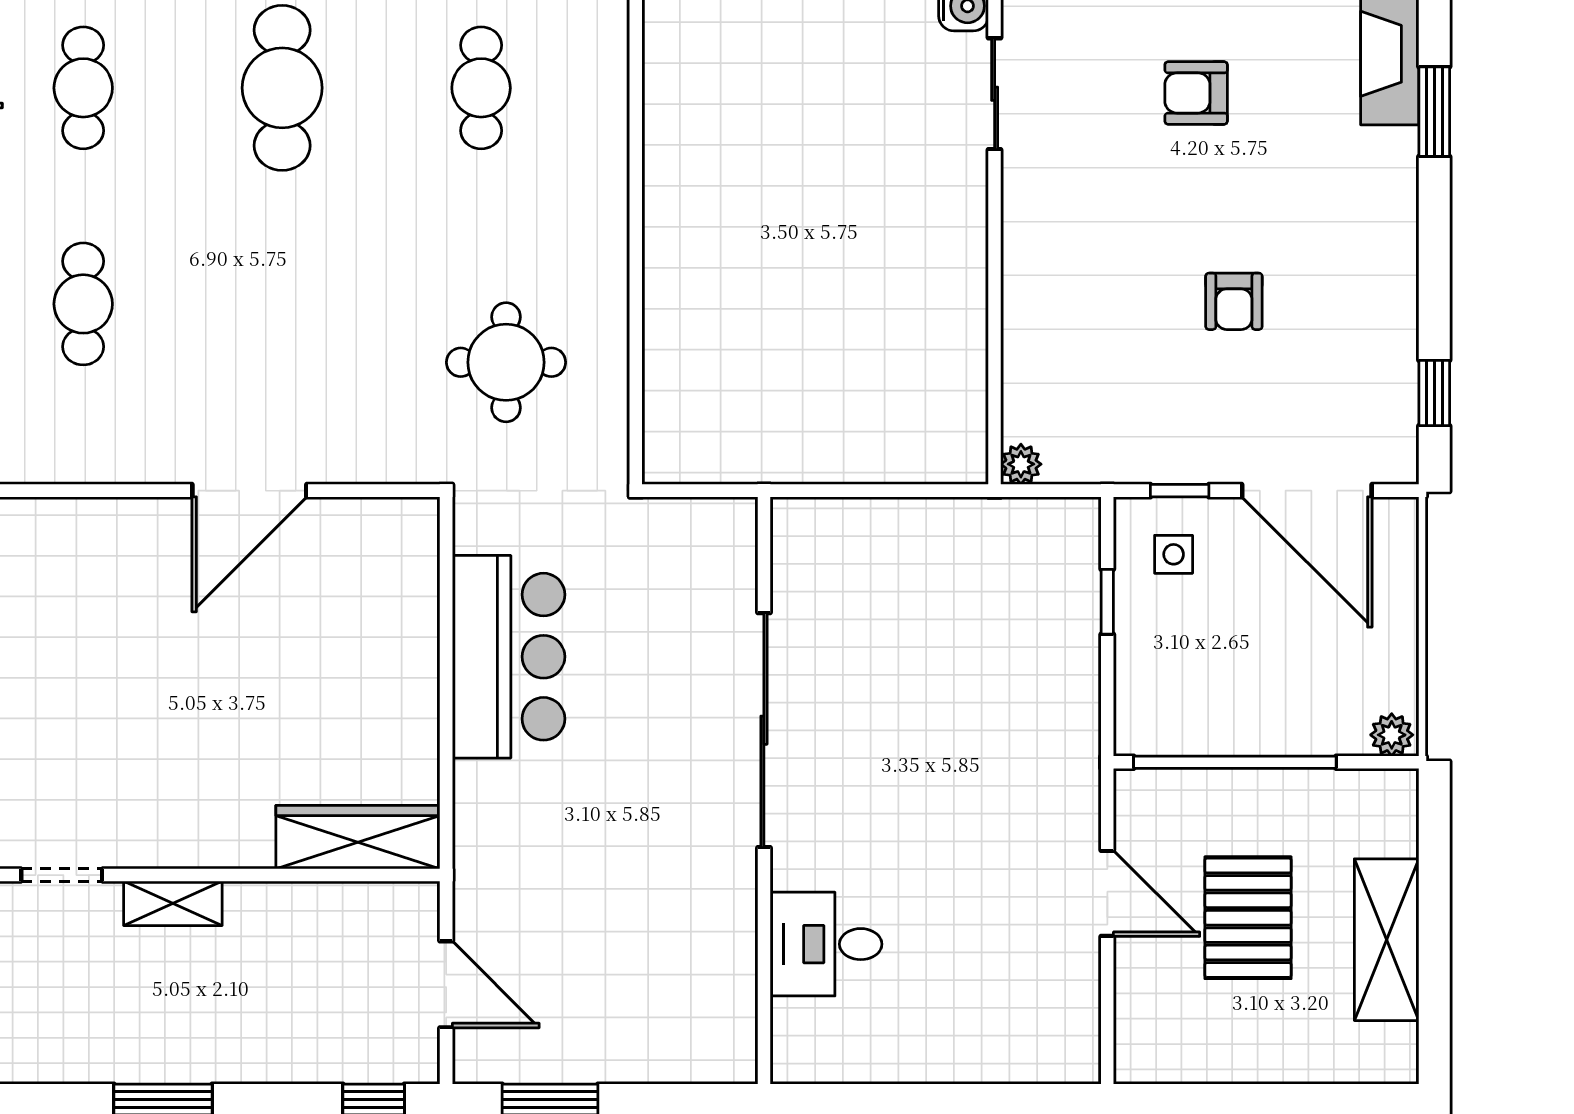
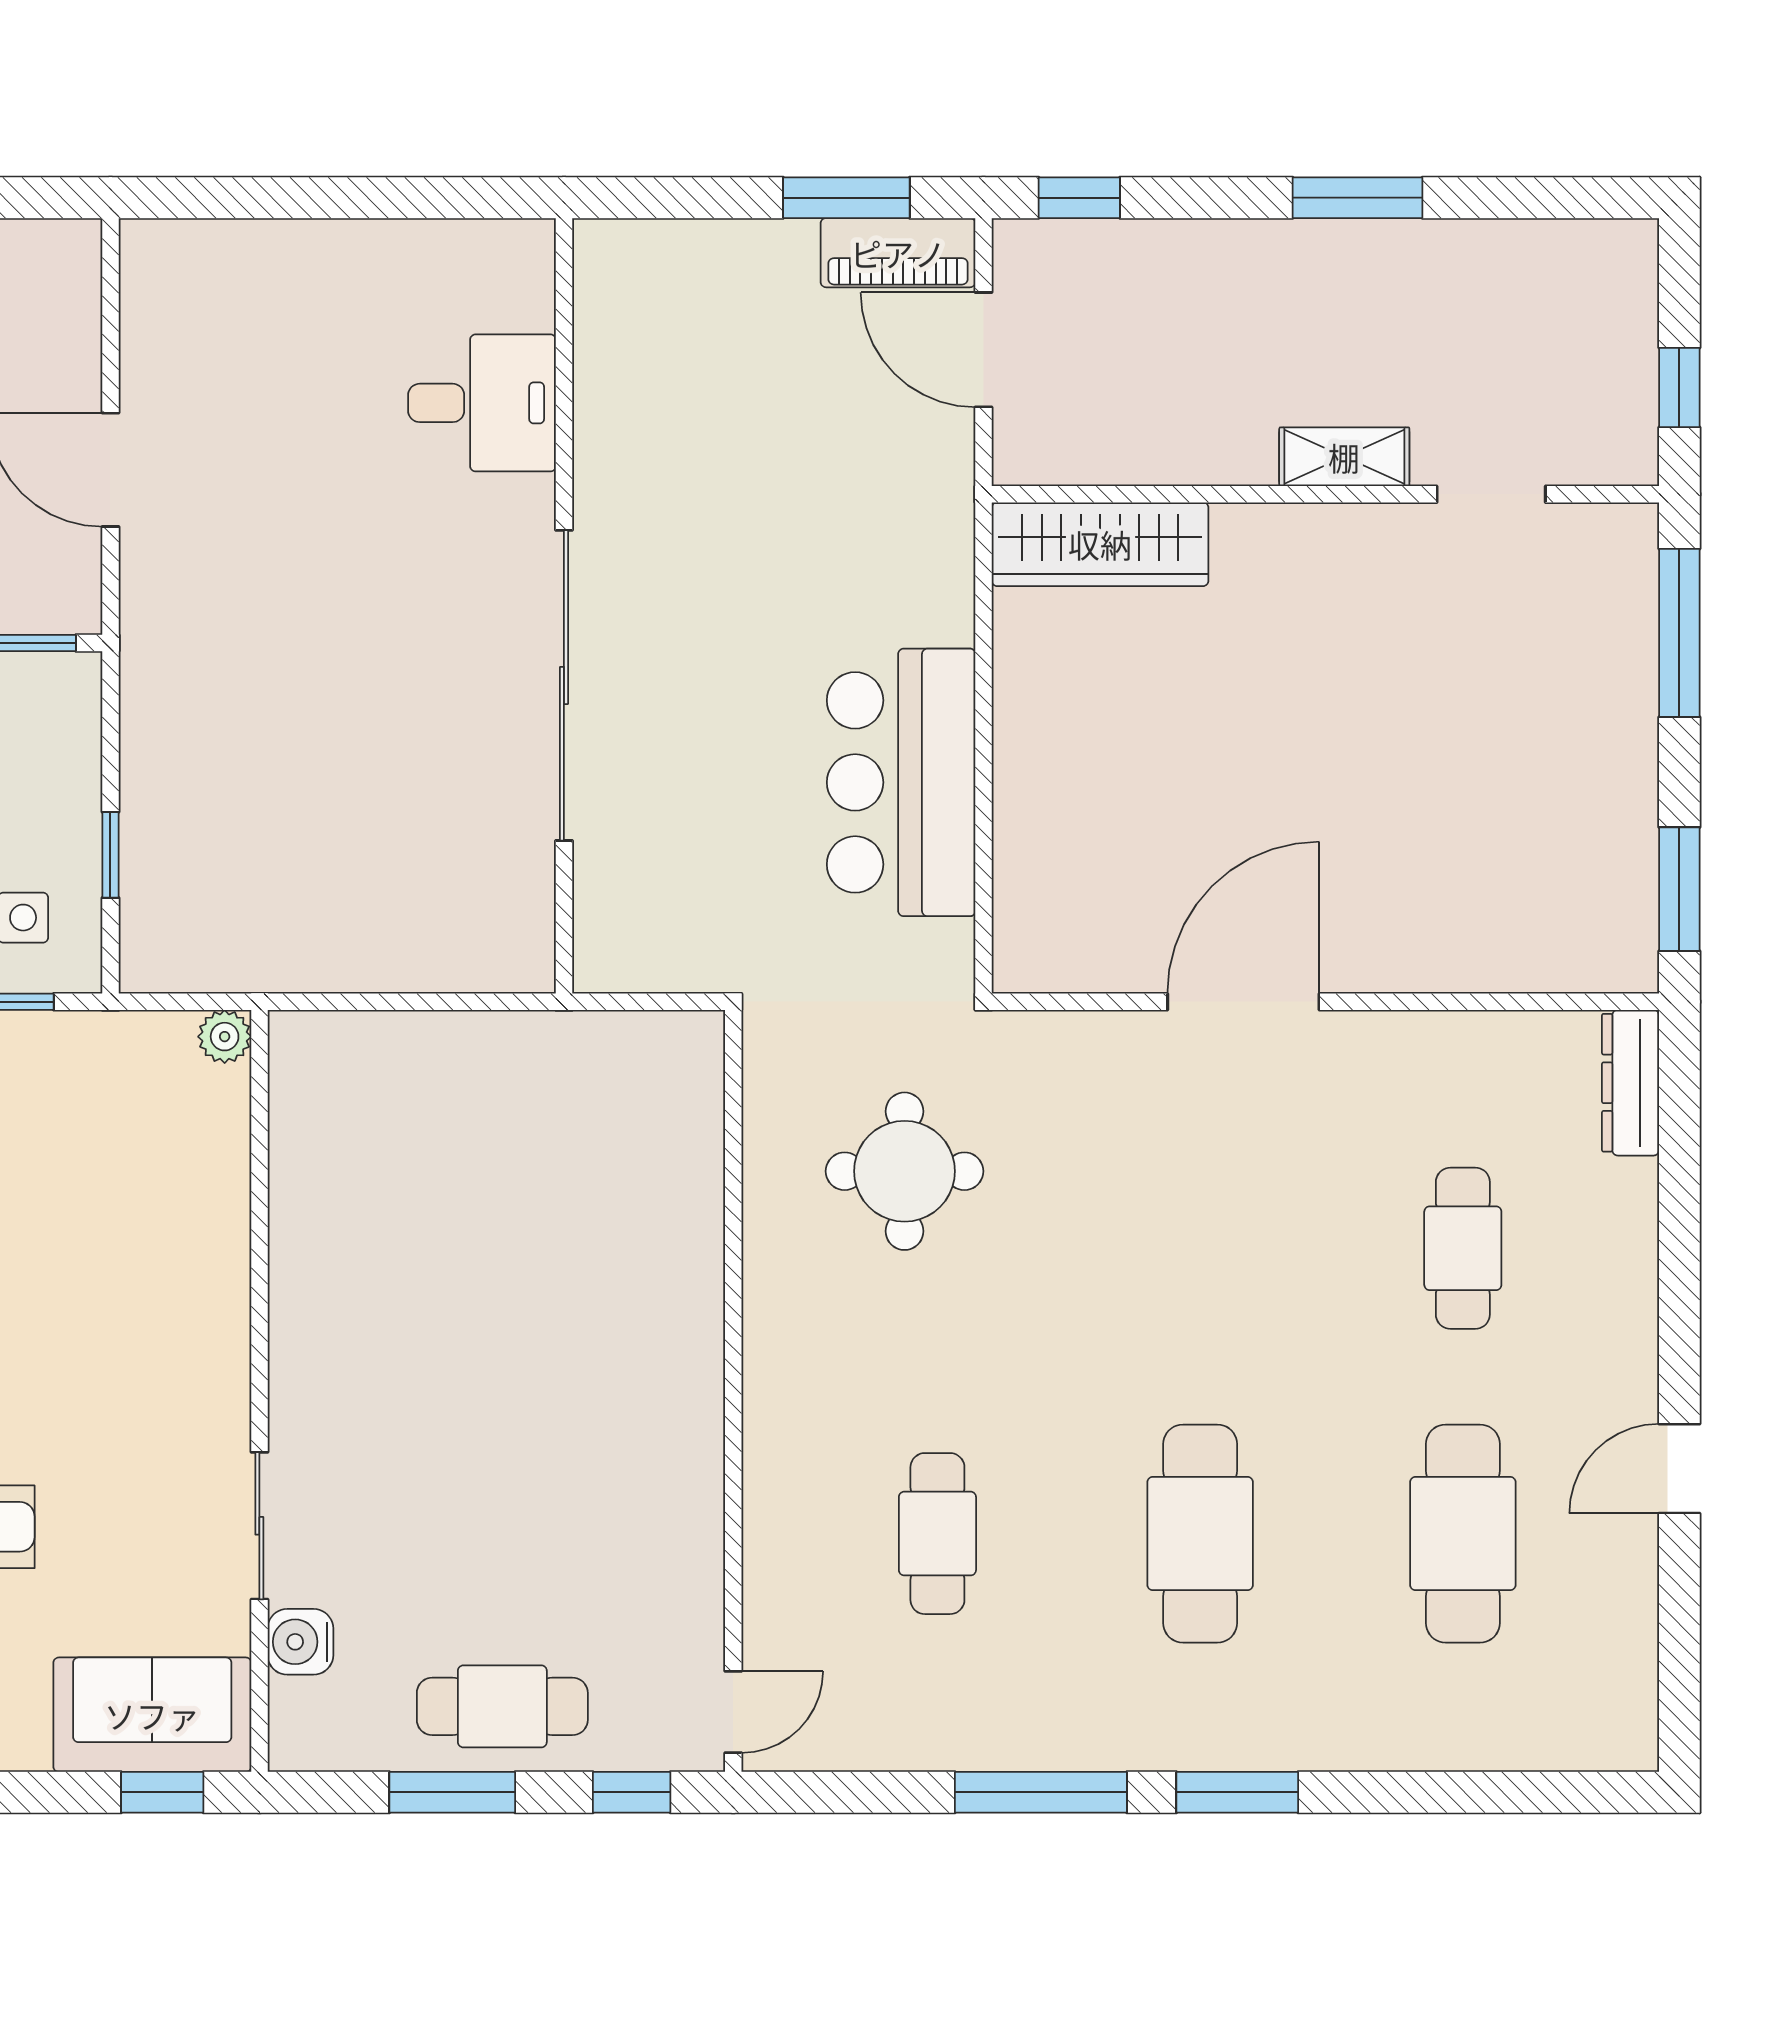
cafe table: (83, 88) -> (1463, 1534), width x1.37, depth x1.35
piano: (511, 1058) -> (898, 253), added

